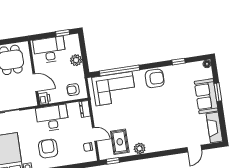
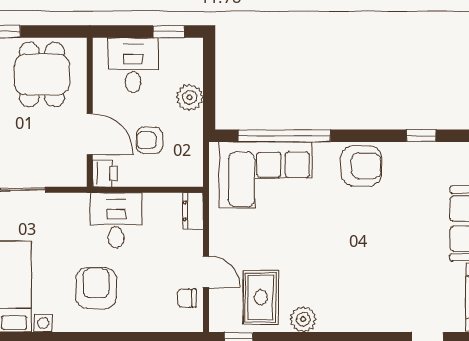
desk: (49, 50) -> (133, 65), width x0.73
armchair: (73, 90) -> (150, 140), moved
desk: (52, 118) -> (116, 220), width x0.73

